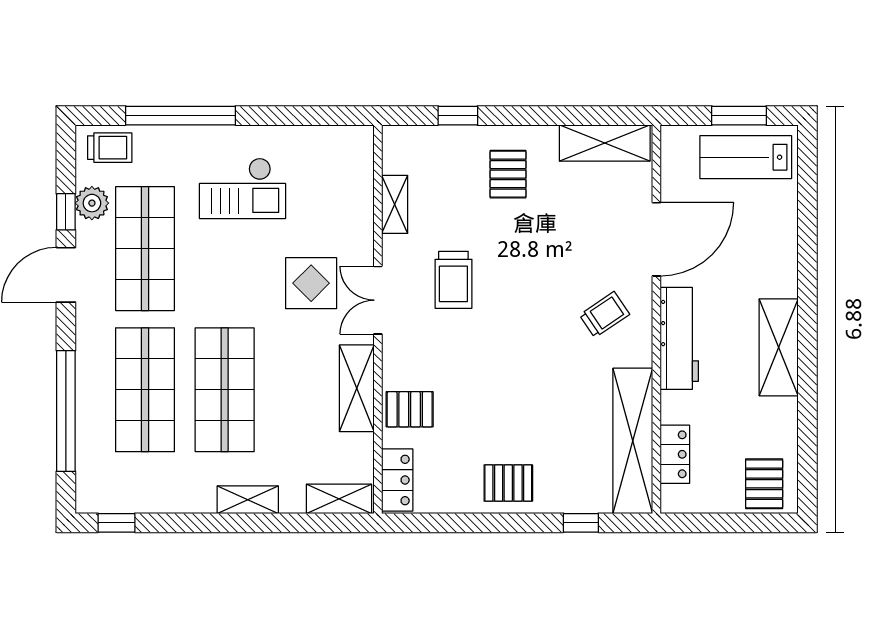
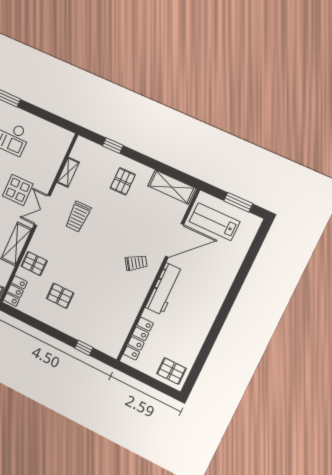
lab bench: (746, 157) -> (214, 222), moved
shelving: (779, 347) -> (207, 314), removed
shelving: (633, 441) -> (123, 324), removed
locker: (675, 454) -> (138, 339), width x1.53
pallet: (508, 483) -> (60, 296), moved
pallet: (764, 484) -> (172, 371), turned 90

